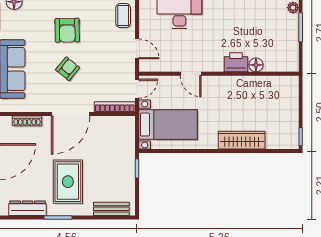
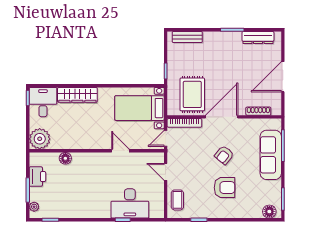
armchair: (67, 30) -> (225, 188), turned 91
printer: (236, 62) -> (37, 177), moved, turned -90
plant: (286, 88) -> (40, 139), added
desk: (282, 132) -> (43, 102), added
rug: (68, 182) -> (192, 94), moved

